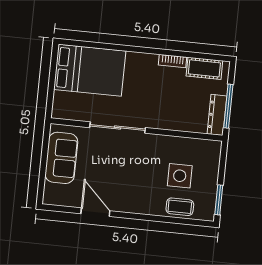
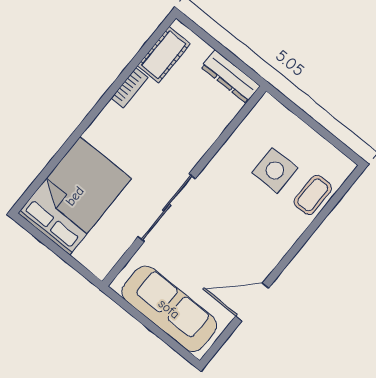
window: (228, 106) -> (229, 56), removed
sofa: (61, 158) -> (169, 309), width x1.36
window: (219, 200) -> (336, 142), removed

